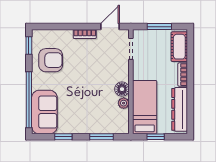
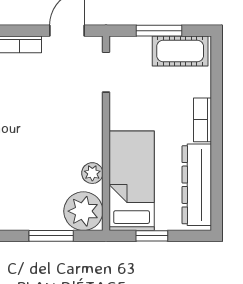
cot: (179, 47) -> (180, 51), moved, turned 90
floor lamp: (122, 89) -> (89, 147), removed
plant: (119, 124) -> (83, 211), added

